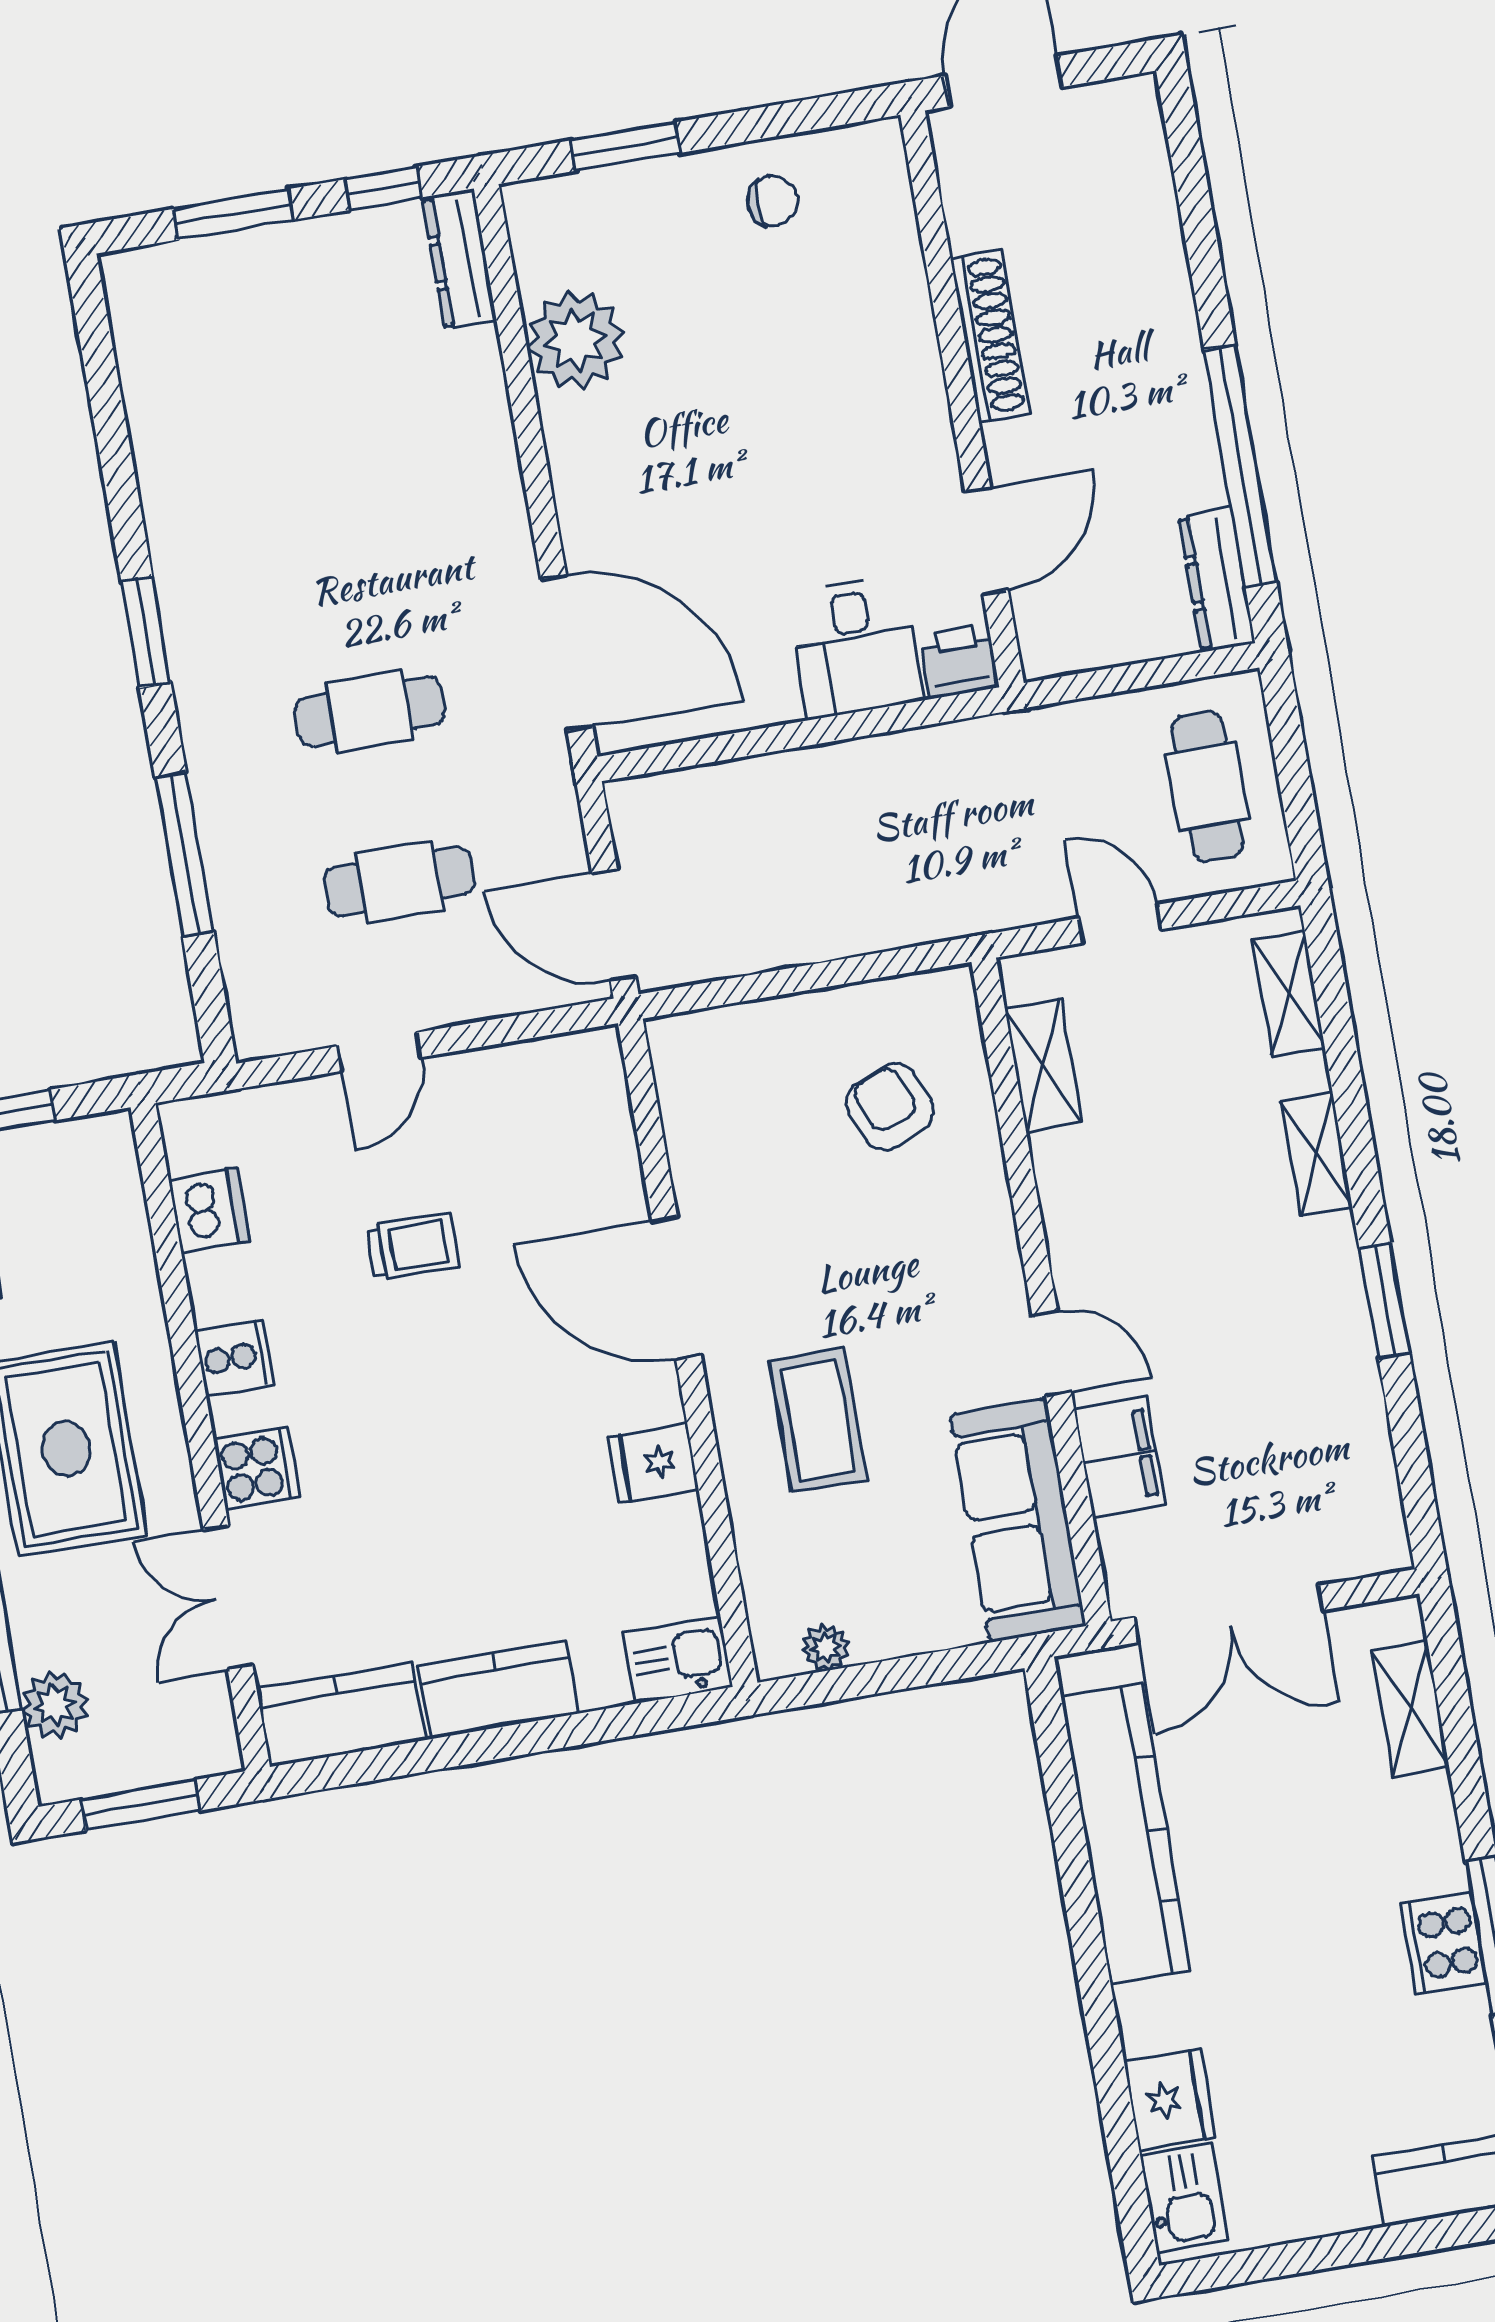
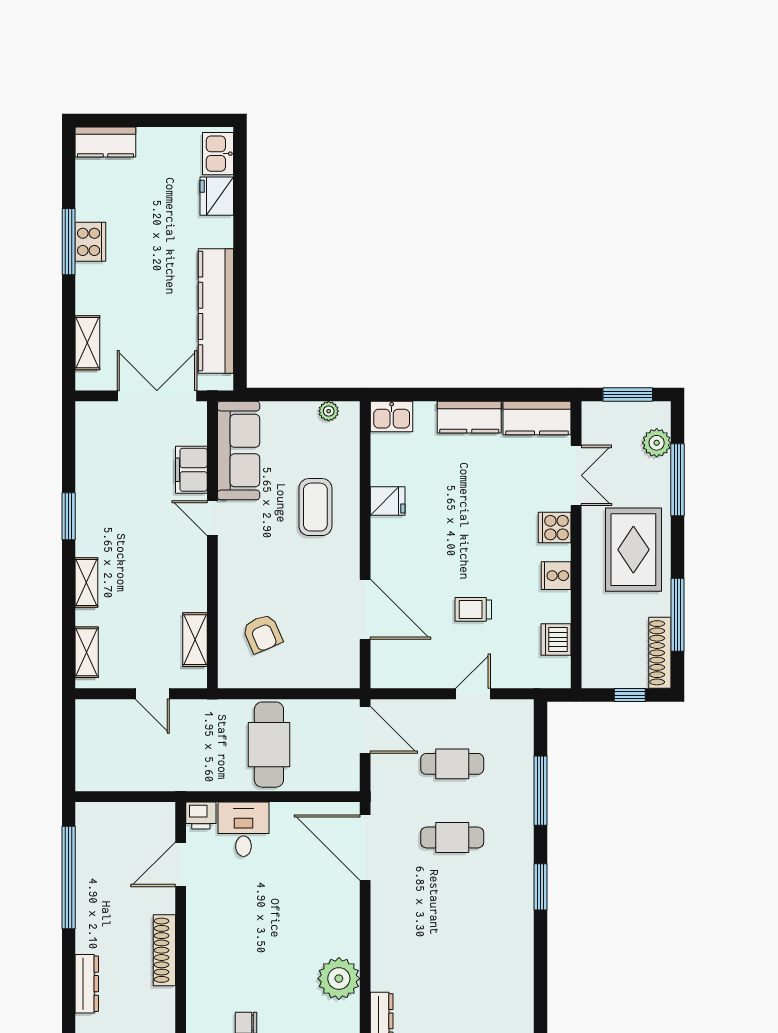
dresser: (1217, 580) -> (87, 984), moved
cafe table: (1208, 787) -> (269, 745), moved, width x1.37, depth x1.35
door: (676, 1288) -> (365, 609), moved

